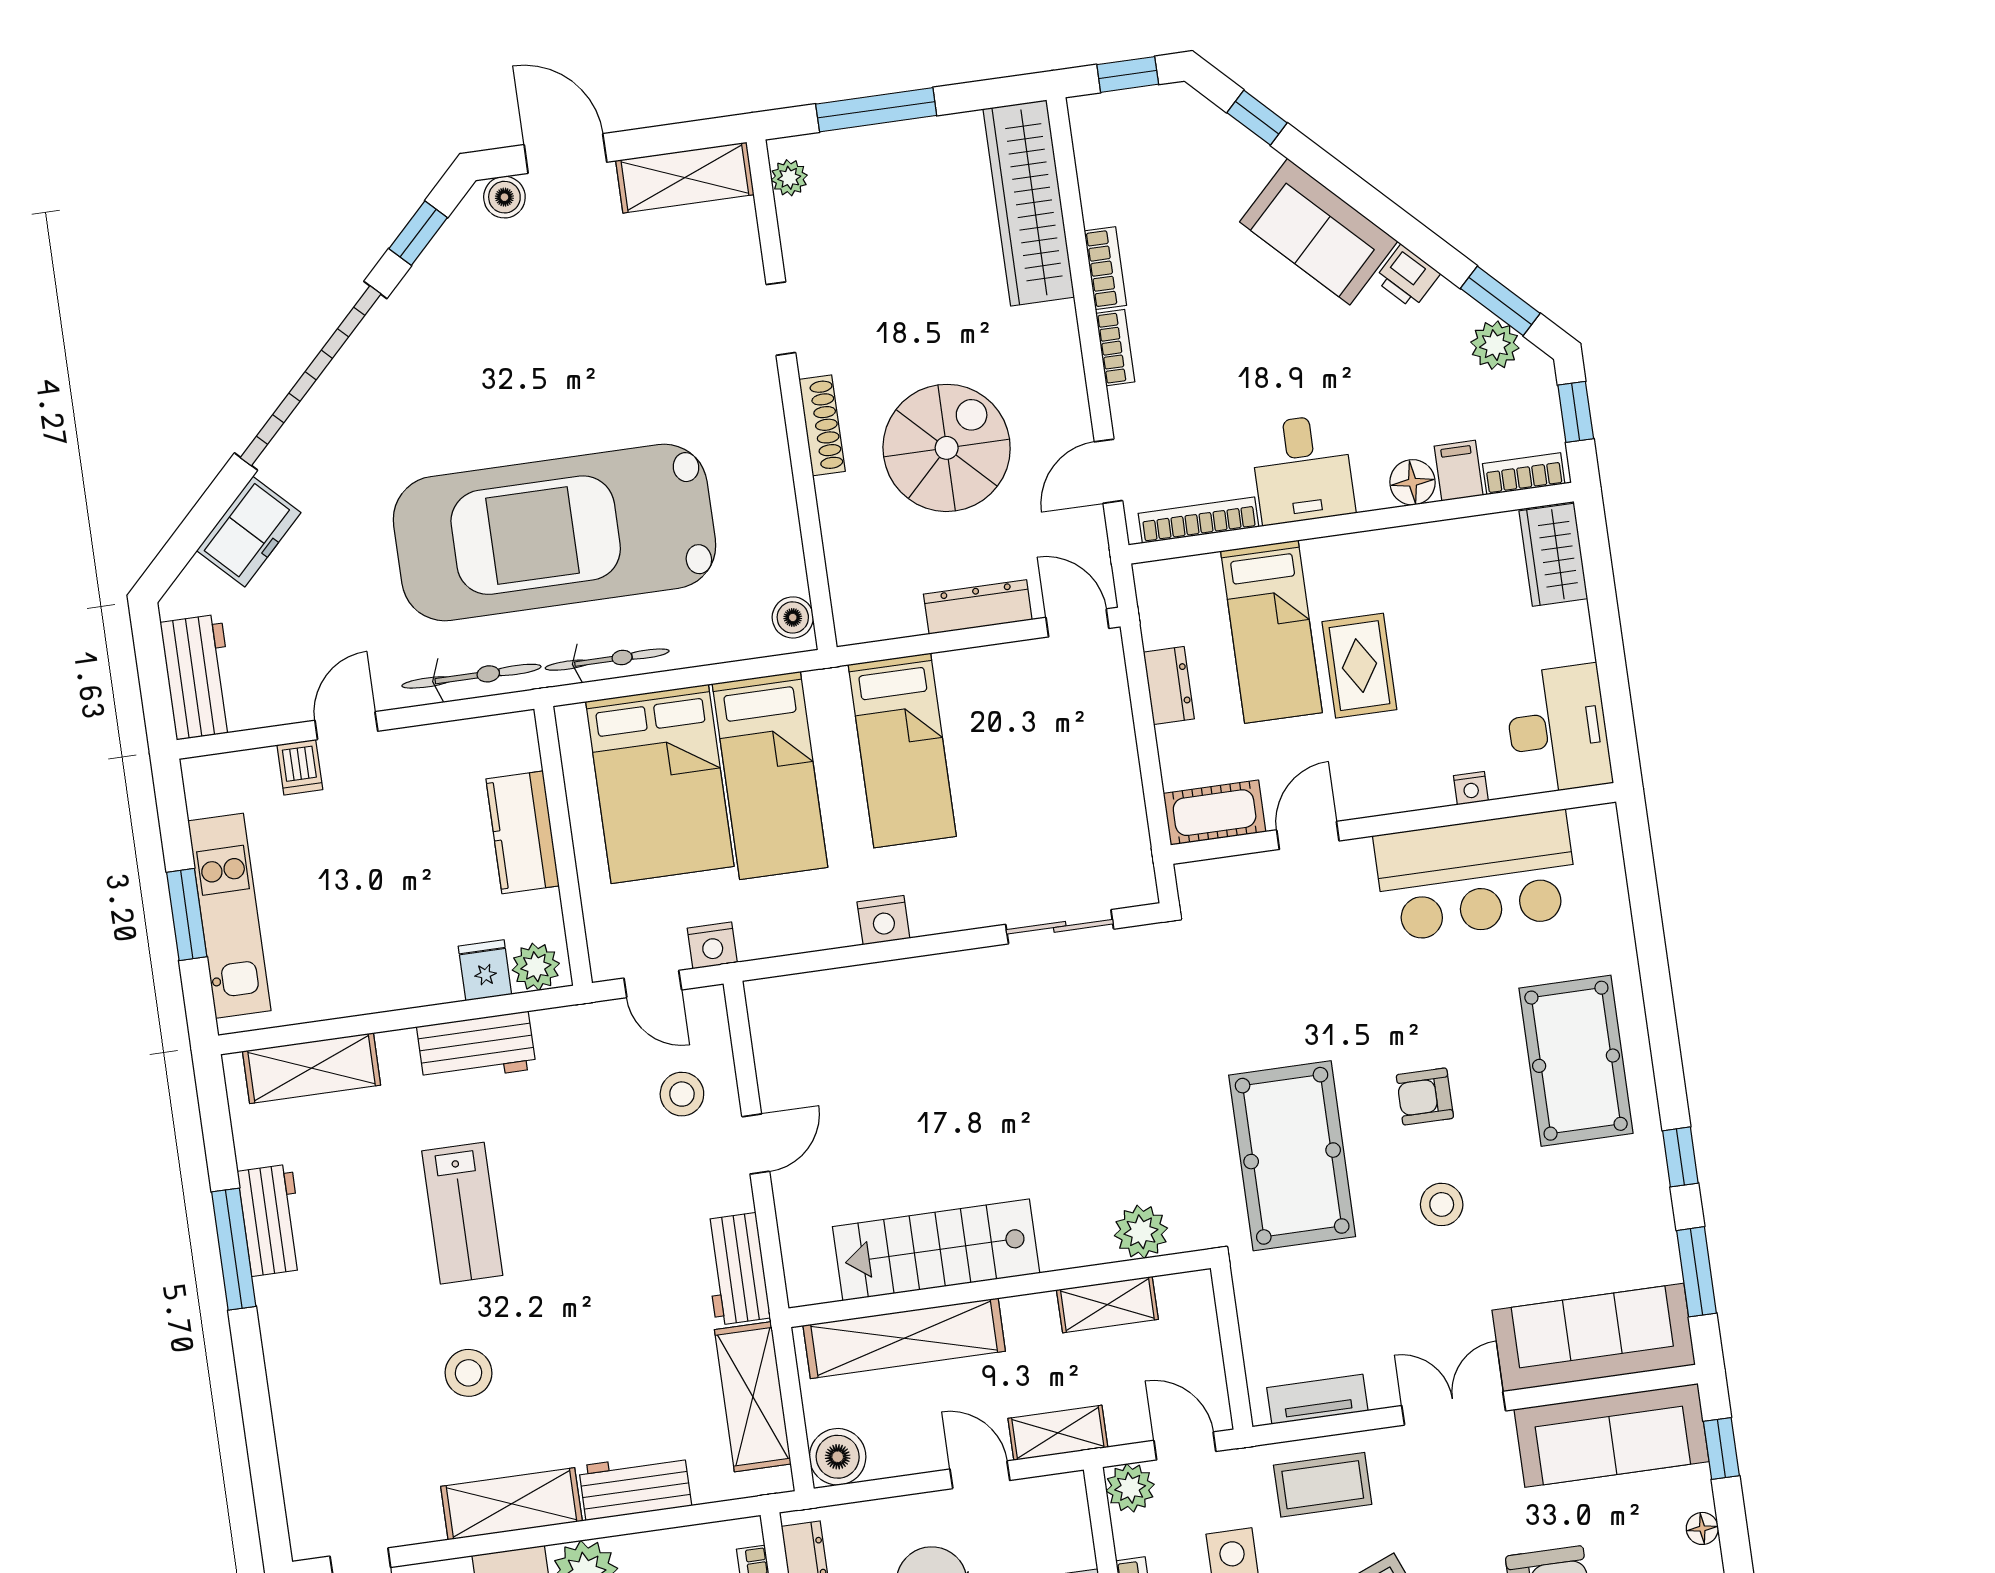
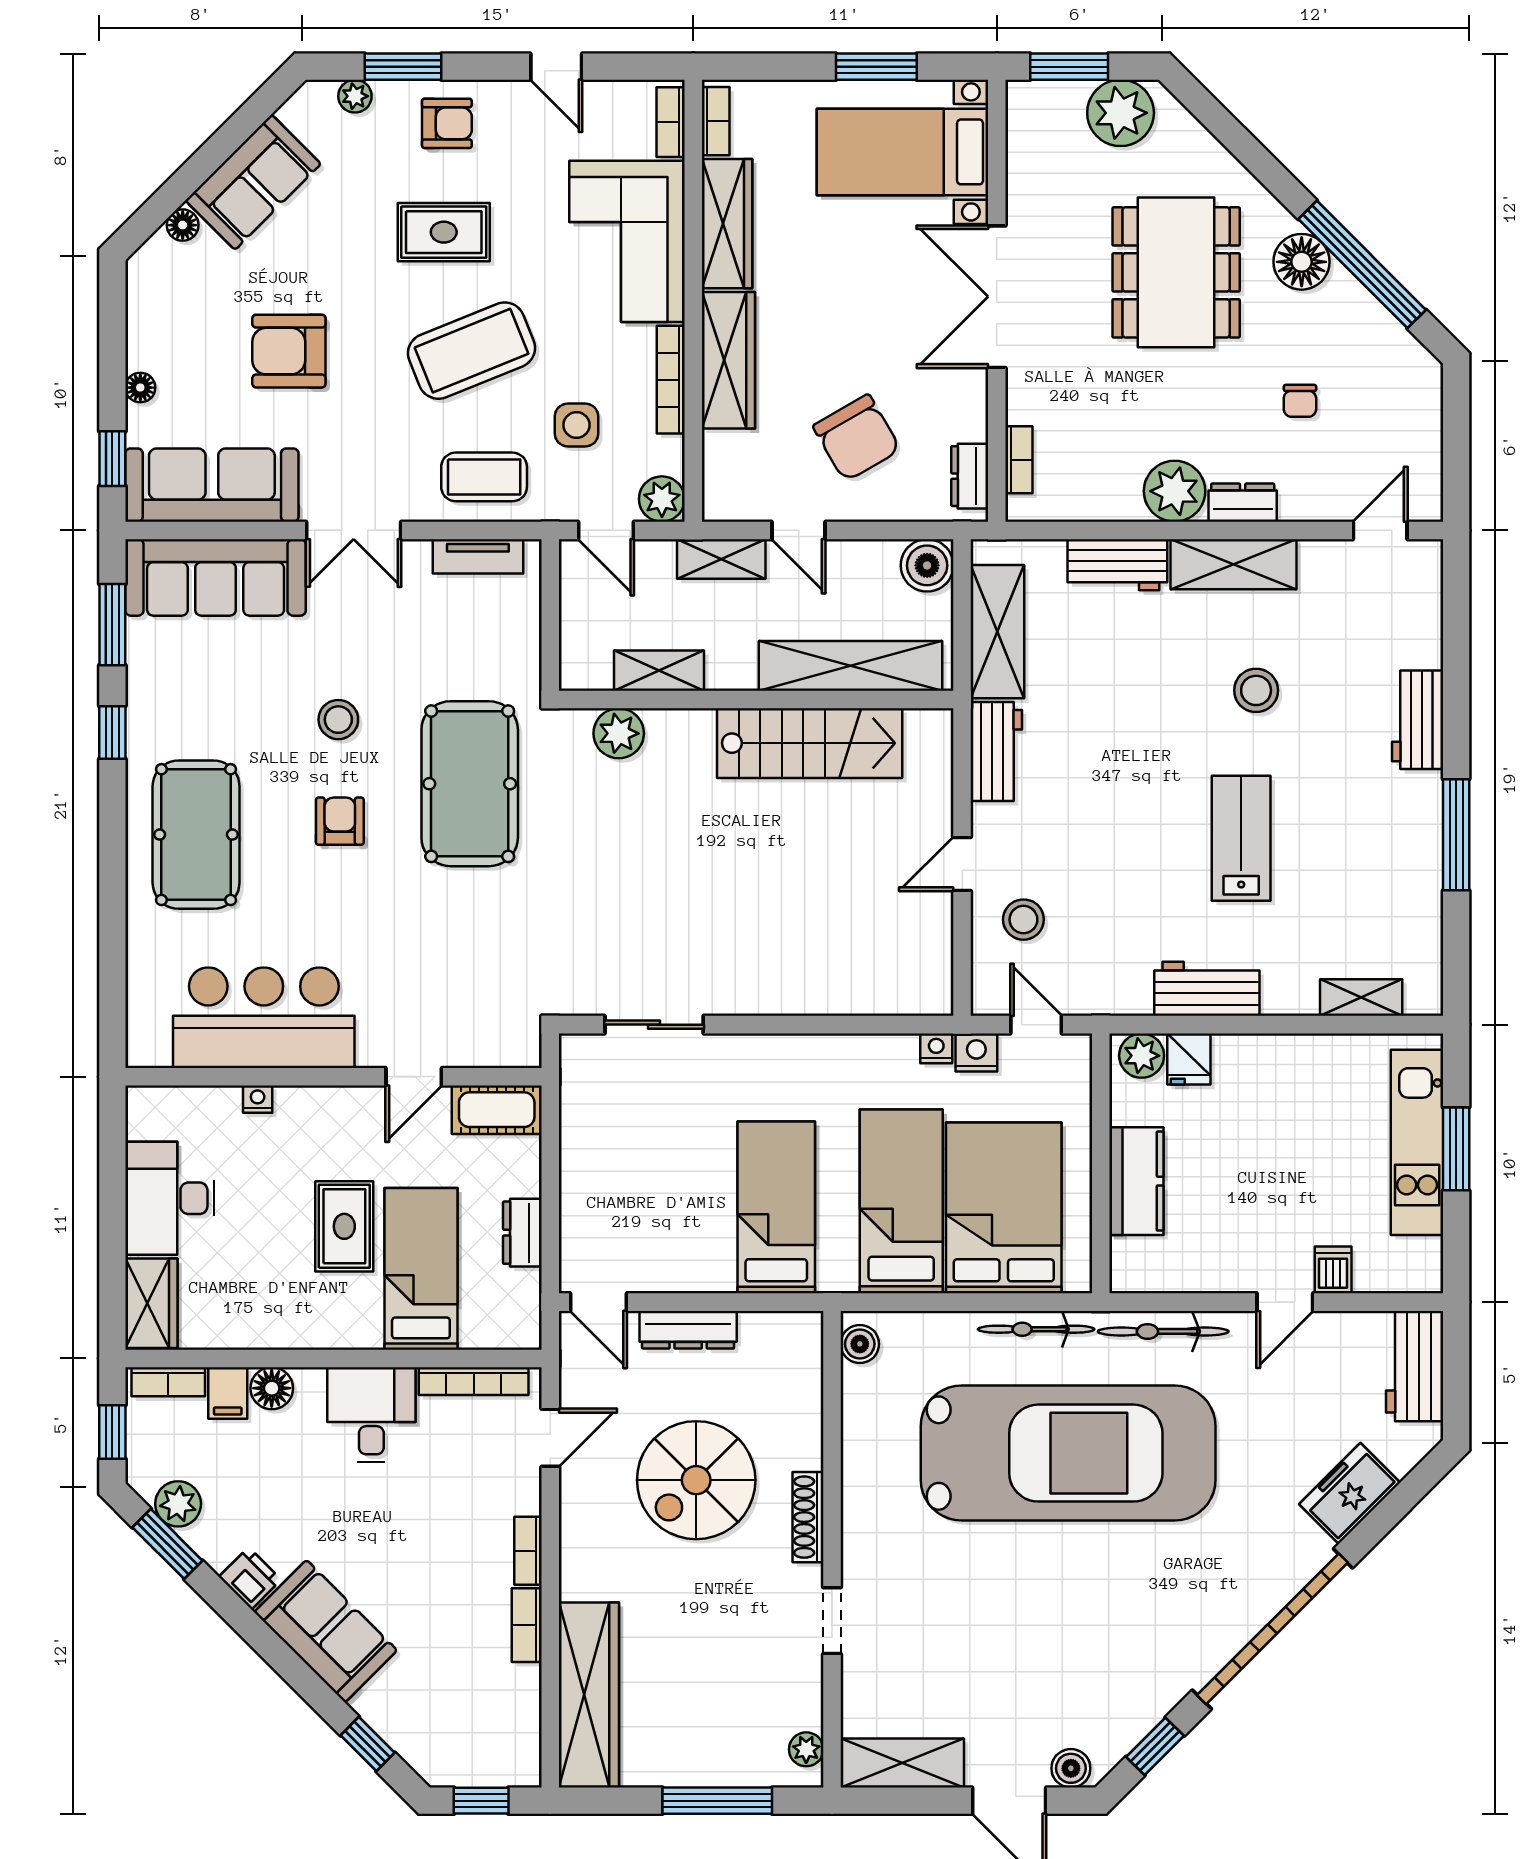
desk: (1558, 729) -> (170, 1198), moved
nightstand: (883, 920) -> (936, 1048), moved, width x0.72, depth x0.74
shelving: (311, 1068) -> (1361, 998), width x0.67, depth x0.75
armchair: (1425, 1096) -> (340, 821), turned -90
workbench: (272, 1220) -> (1418, 720), moved

